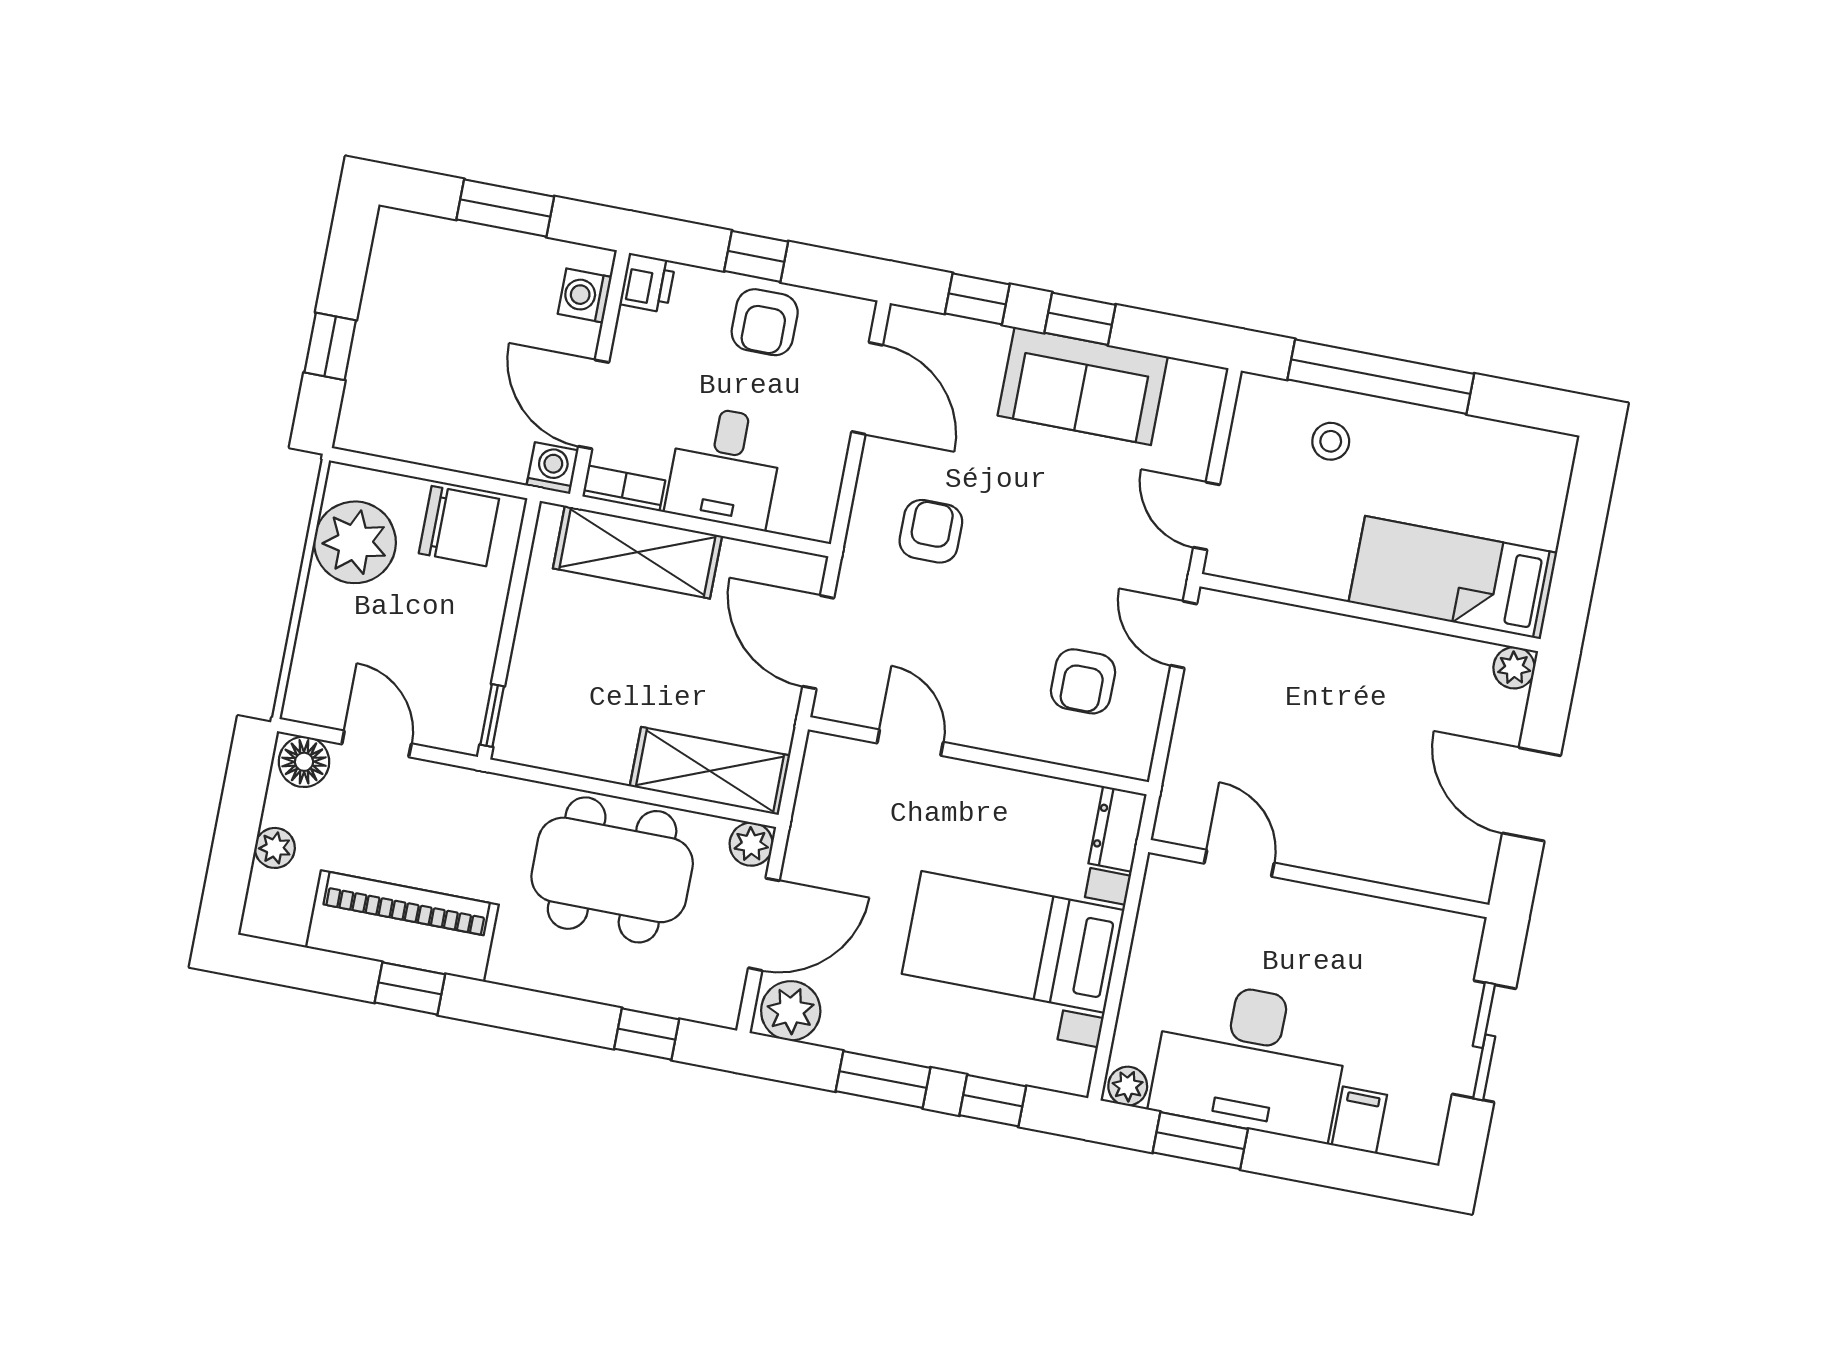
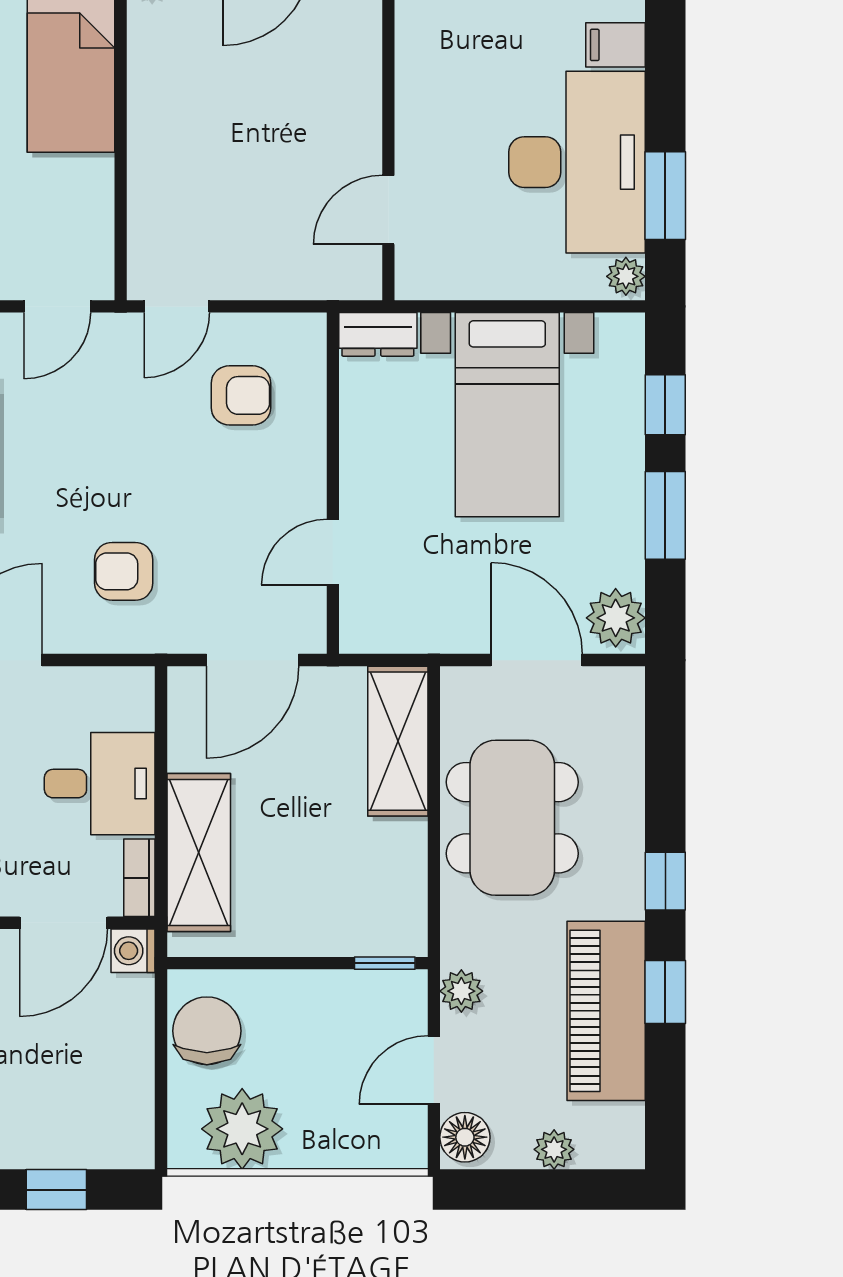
plant: (751, 844) -> (461, 991), moved
window: (647, 1034) -> (665, 881), moved

